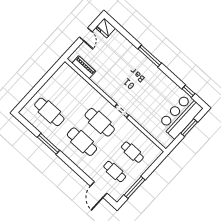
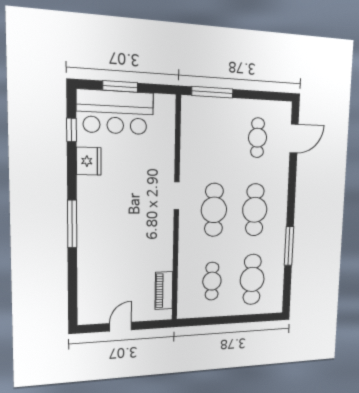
fridge: (105, 28) -> (89, 161), moved
cafe table: (132, 152) -> (212, 281), moved
window: (135, 187) -> (212, 92), moved

